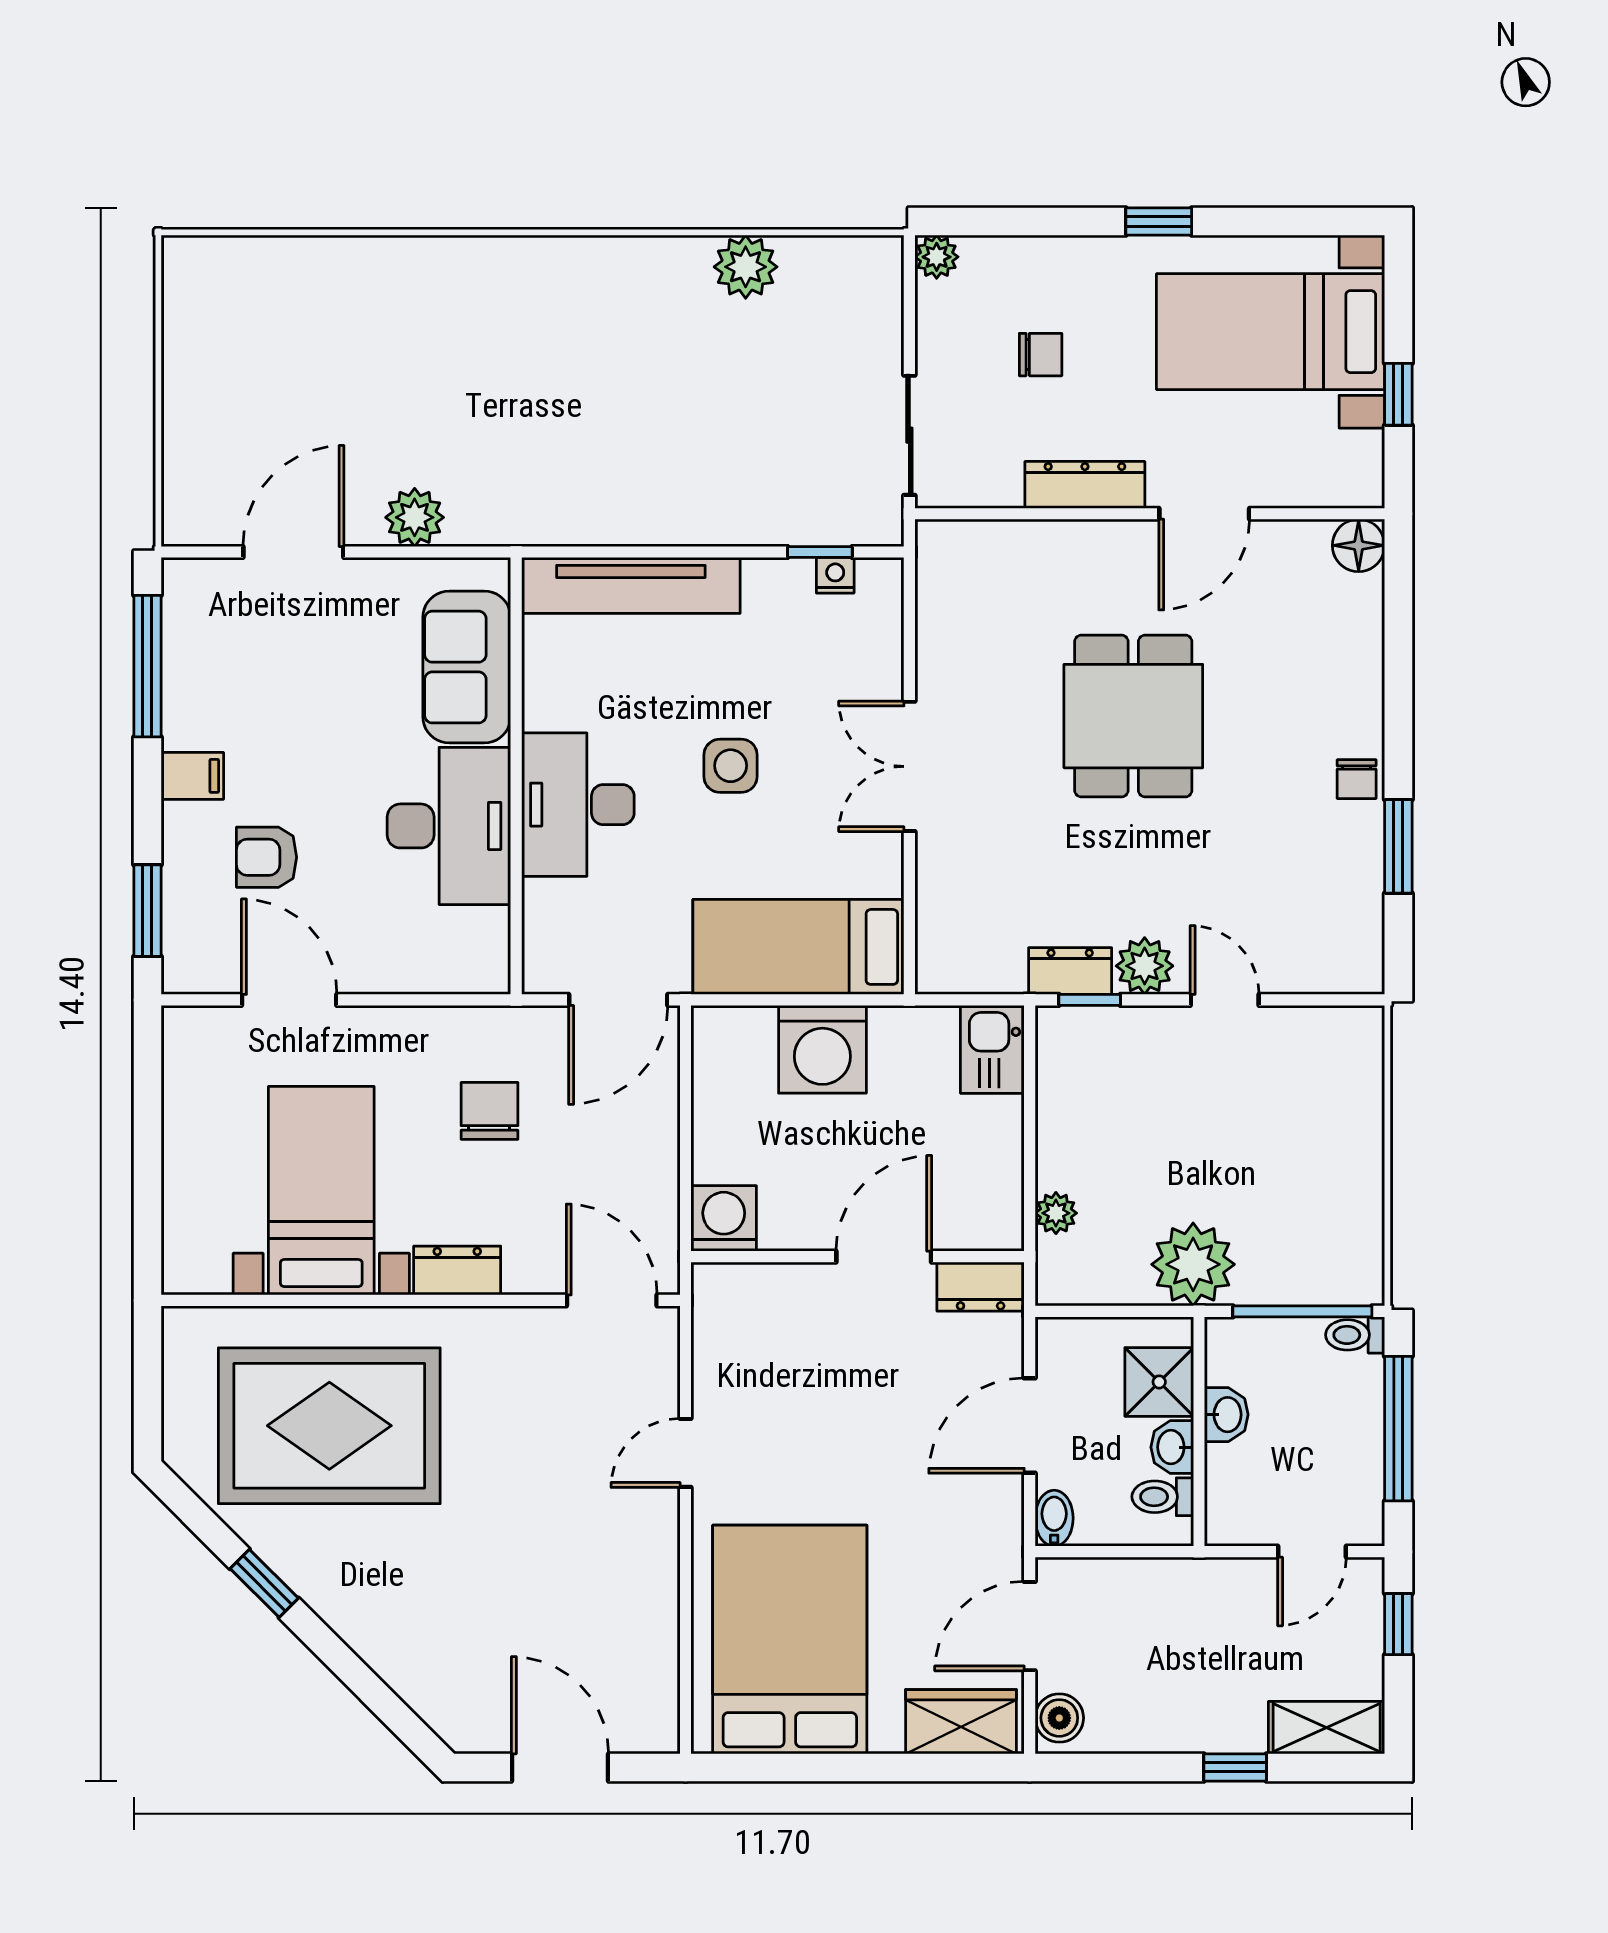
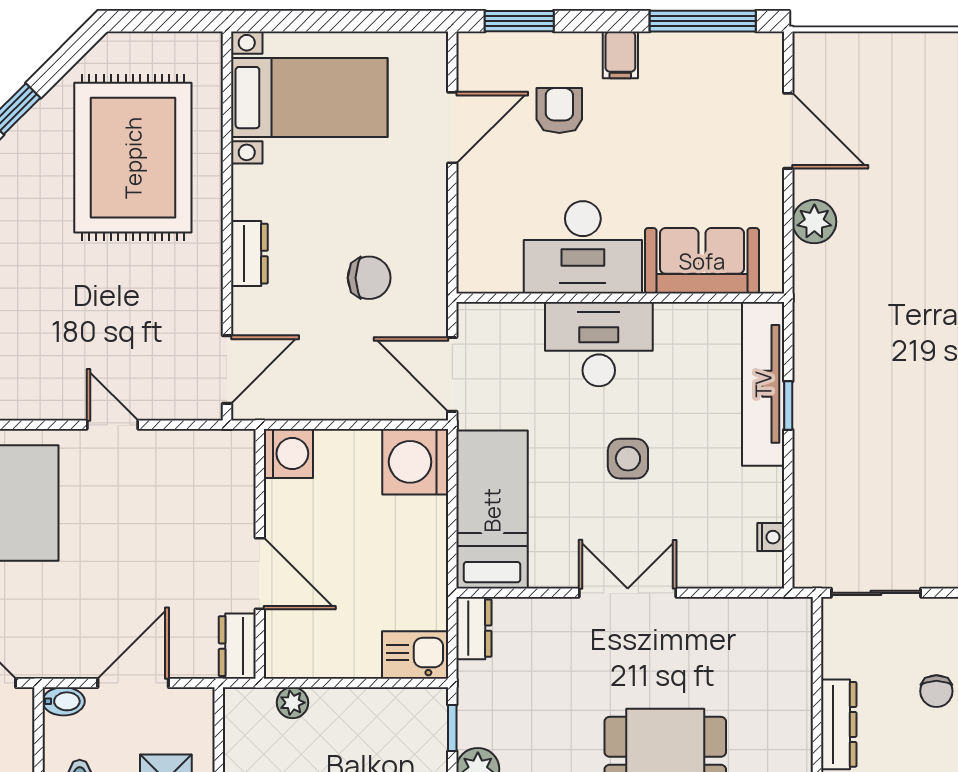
window: (820, 552) -> (788, 406), moved
dresser: (1070, 971) -> (474, 628), moved
washing machine: (822, 1049) -> (415, 462), moved
bed with nightstands: (321, 1191) -> (309, 98), moved
door: (1030, 1426) -> (133, 683), hinge flipped

